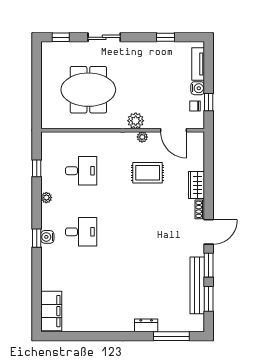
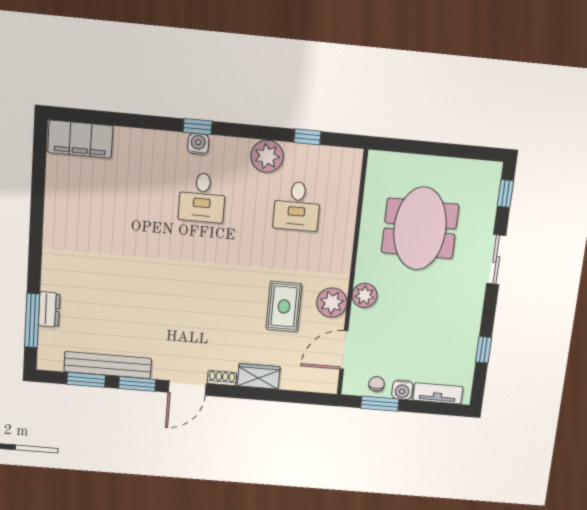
window: (209, 102) -> (380, 404), width x1.50
plant: (142, 137) -> (332, 303), width x1.88, depth x1.88
plant: (46, 198) -> (267, 156), width x1.88, depth x1.88
door: (209, 232) -> (187, 388), hinge flipped
dresser: (146, 325) -> (49, 309), moved

